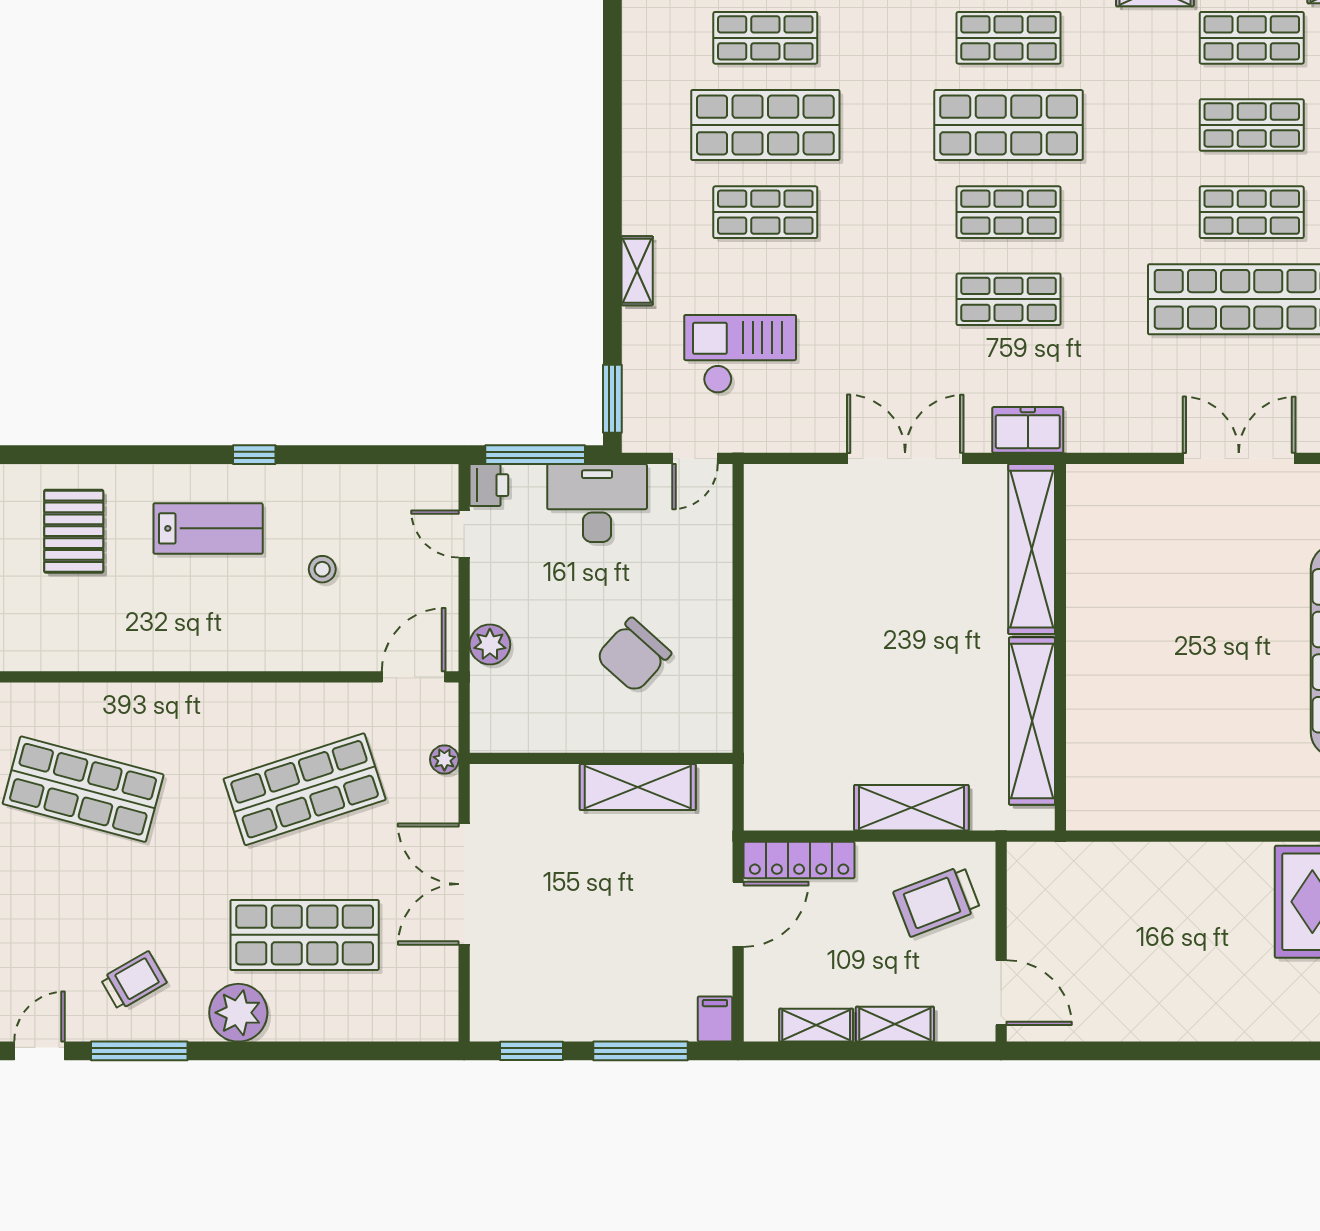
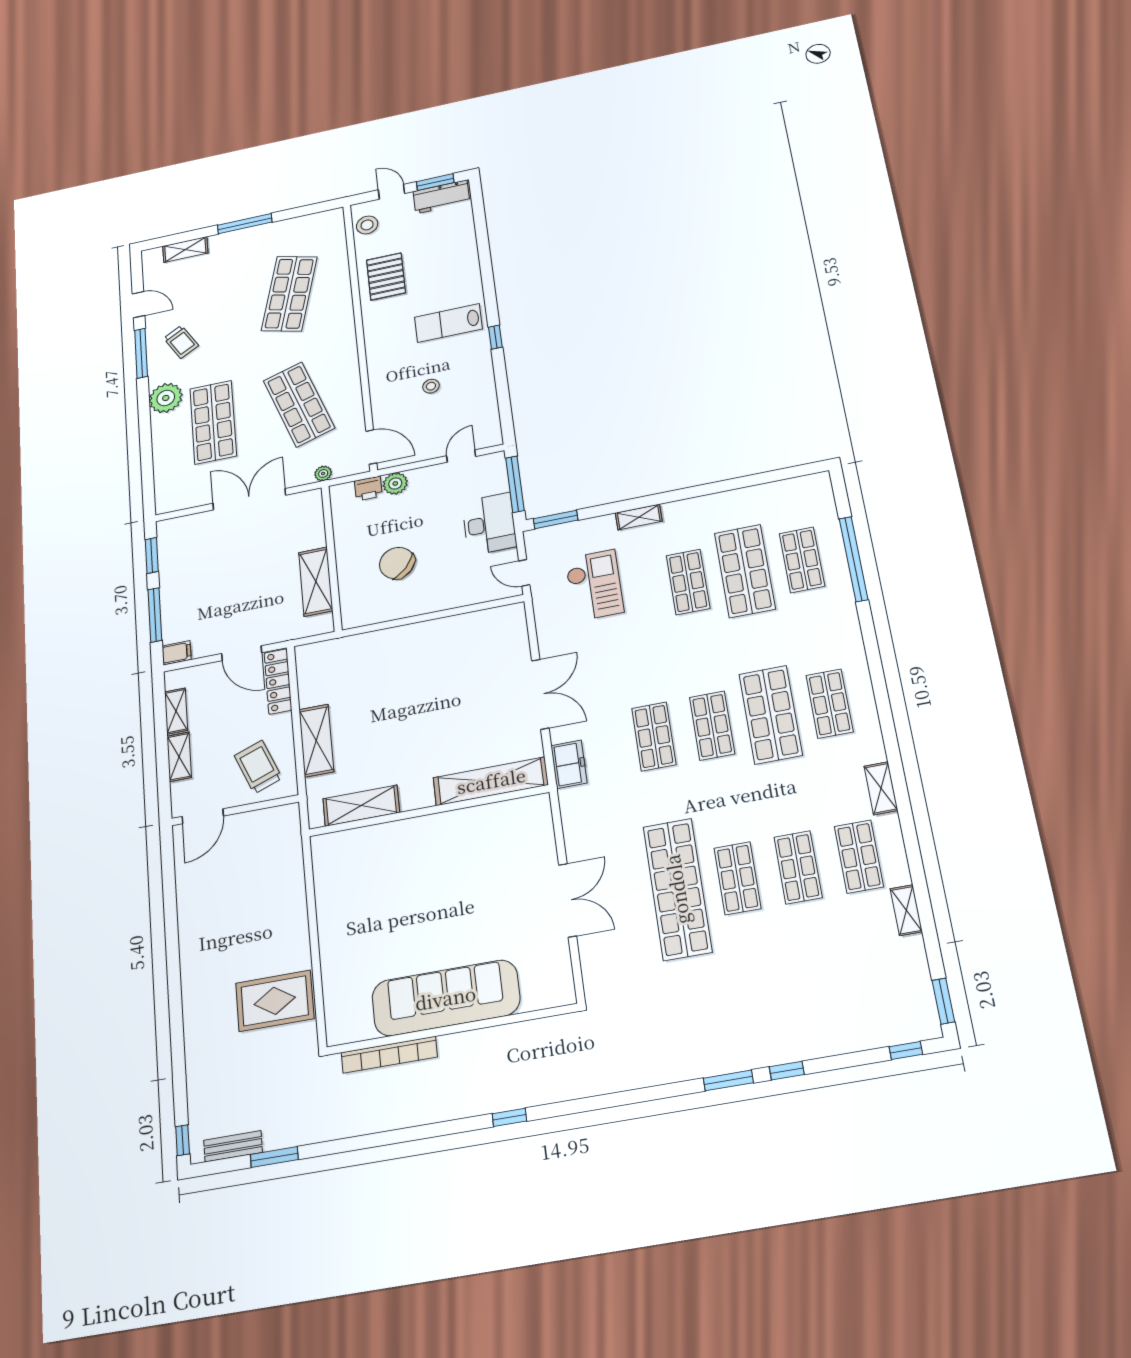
printer: (489, 485) -> (368, 488), moved
lab bench: (208, 528) -> (448, 323), turned 90
pallet: (74, 531) -> (386, 276), moved, turned 90
shelving: (1032, 721) -> (361, 806), width x0.68

